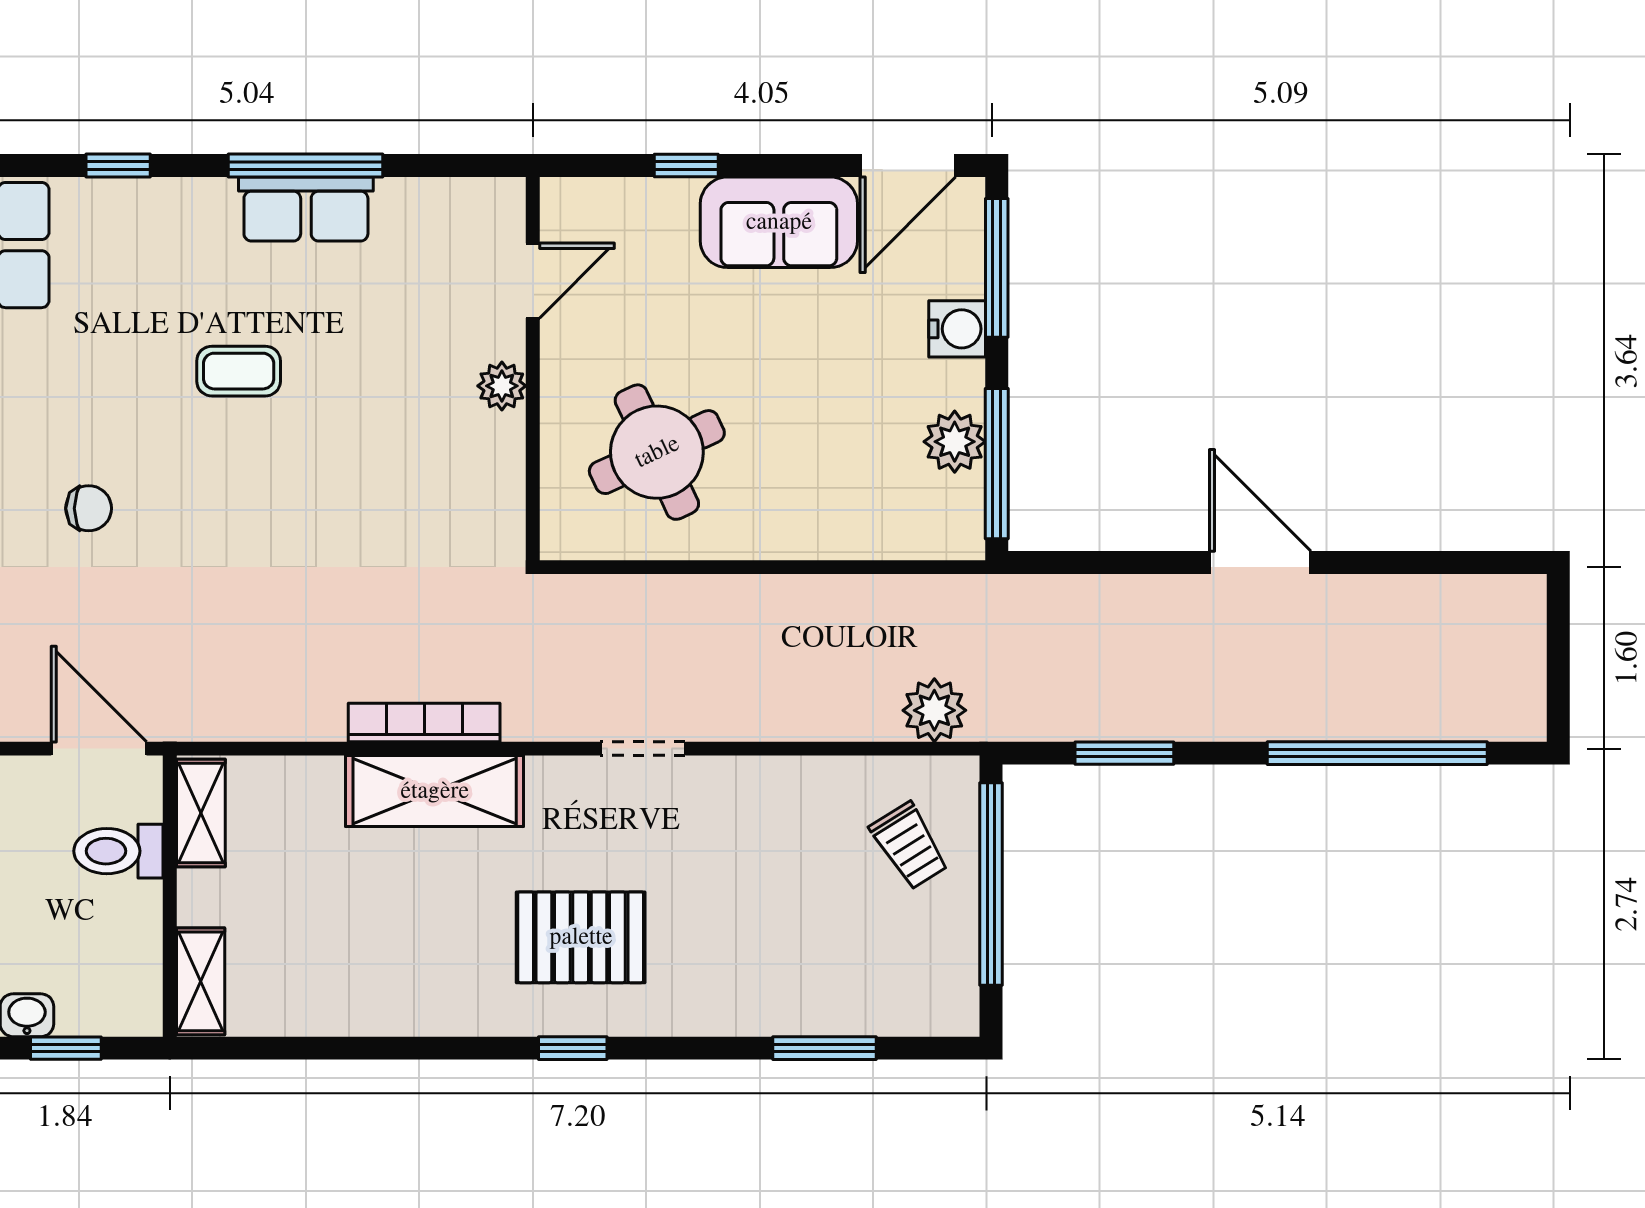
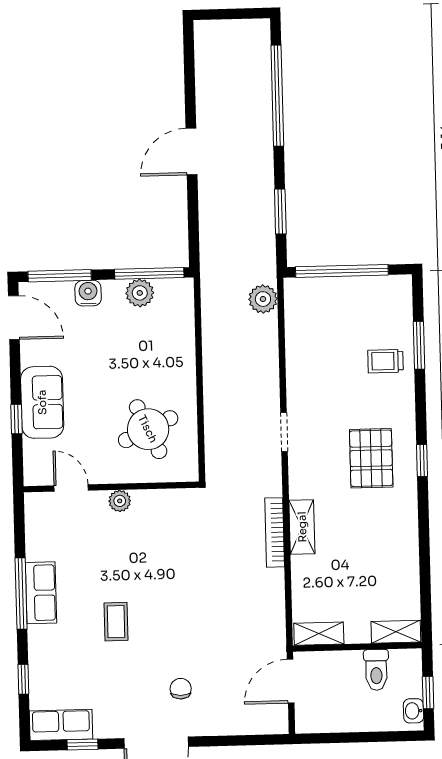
sofa: (779, 222) -> (42, 402), moved
shelving: (435, 791) -> (302, 527), width x0.67, depth x0.75
trolley: (909, 846) -> (385, 361), moved, turned -148
toilet: (118, 851) -> (376, 670), moved

